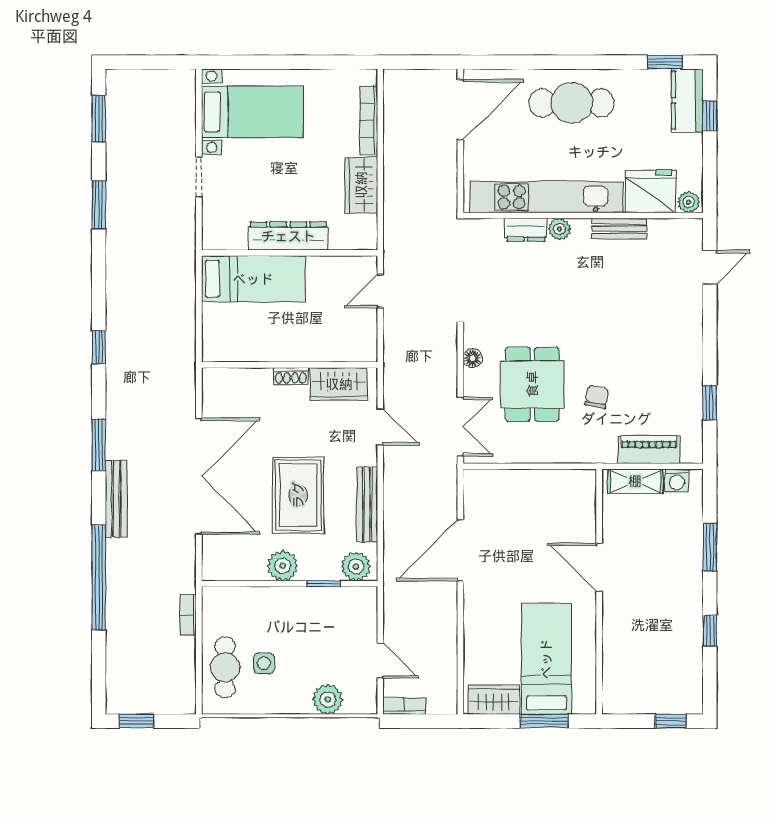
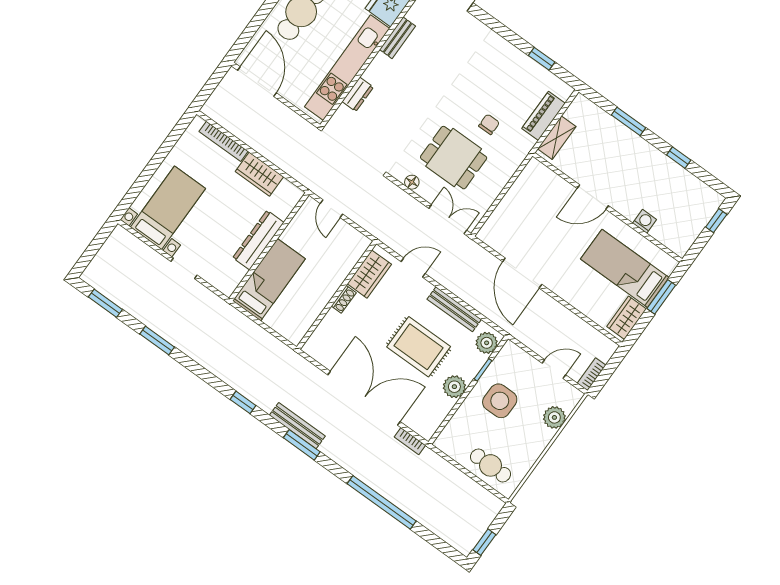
plant: (560, 229) -> (372, 74), removed
chair: (597, 397) -> (489, 124), turned 79
washing machine: (677, 481) -> (645, 221), moved, turned -90
bench: (116, 499) -> (297, 426), moved
bookcase: (188, 615) -> (410, 441), moved
side table: (264, 663) -> (500, 401), moved, width x1.87, depth x1.87

